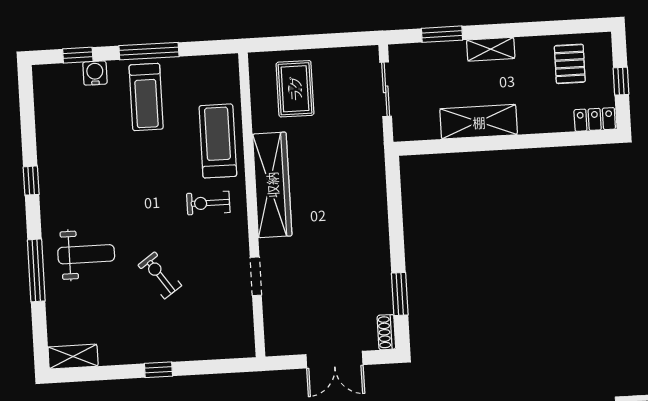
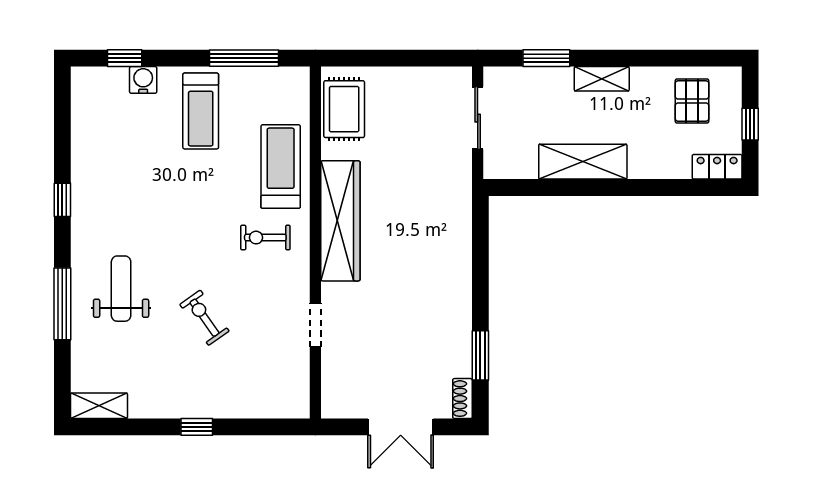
window: (149, 51) -> (244, 58), moved
rug: (295, 89) -> (344, 109), moved
weight bench: (86, 254) -> (121, 289), turned -90

